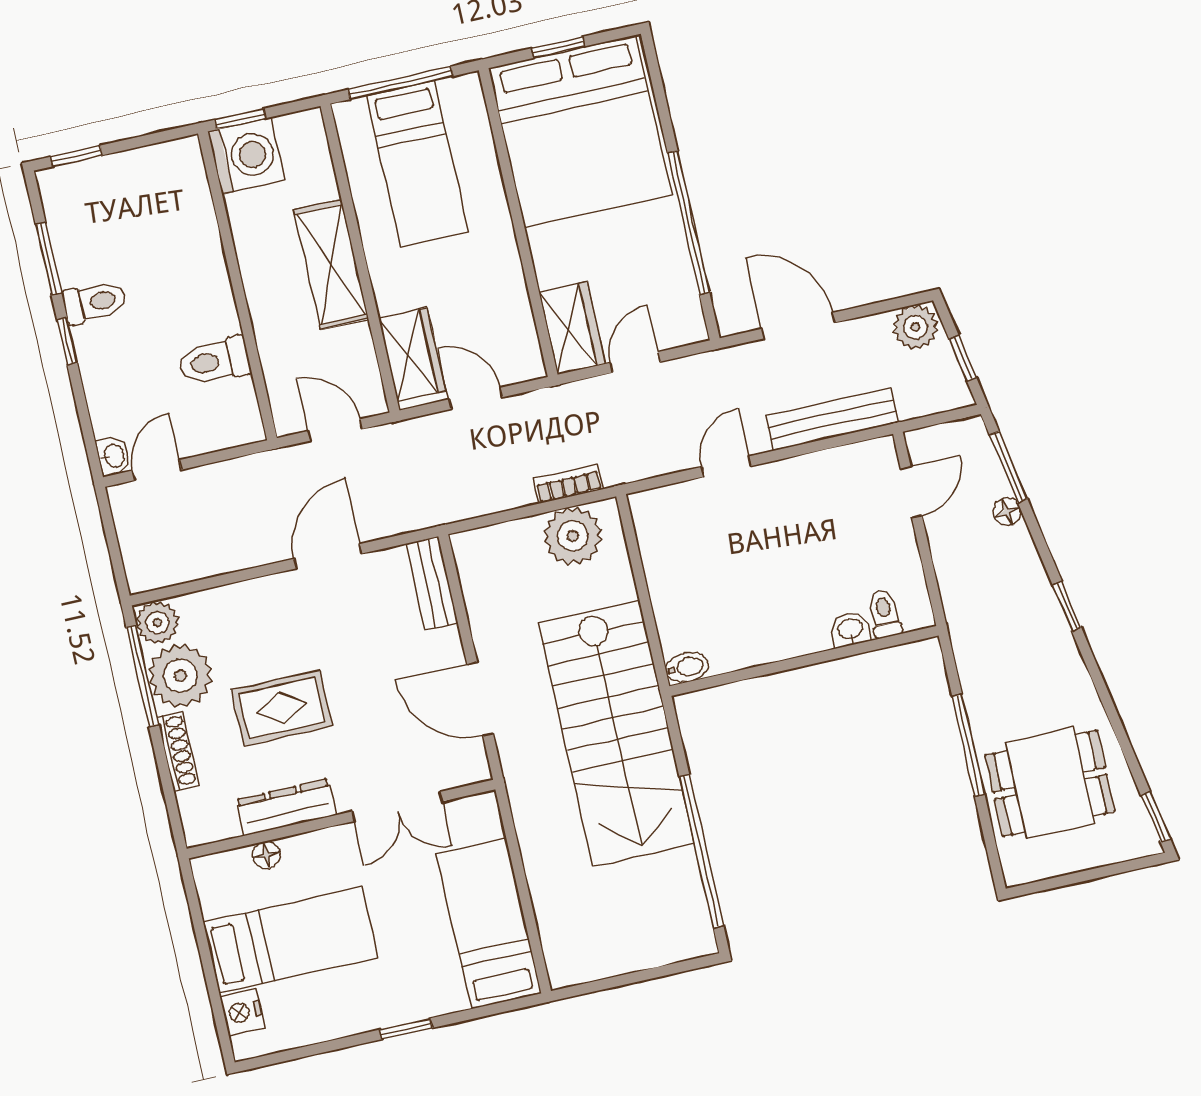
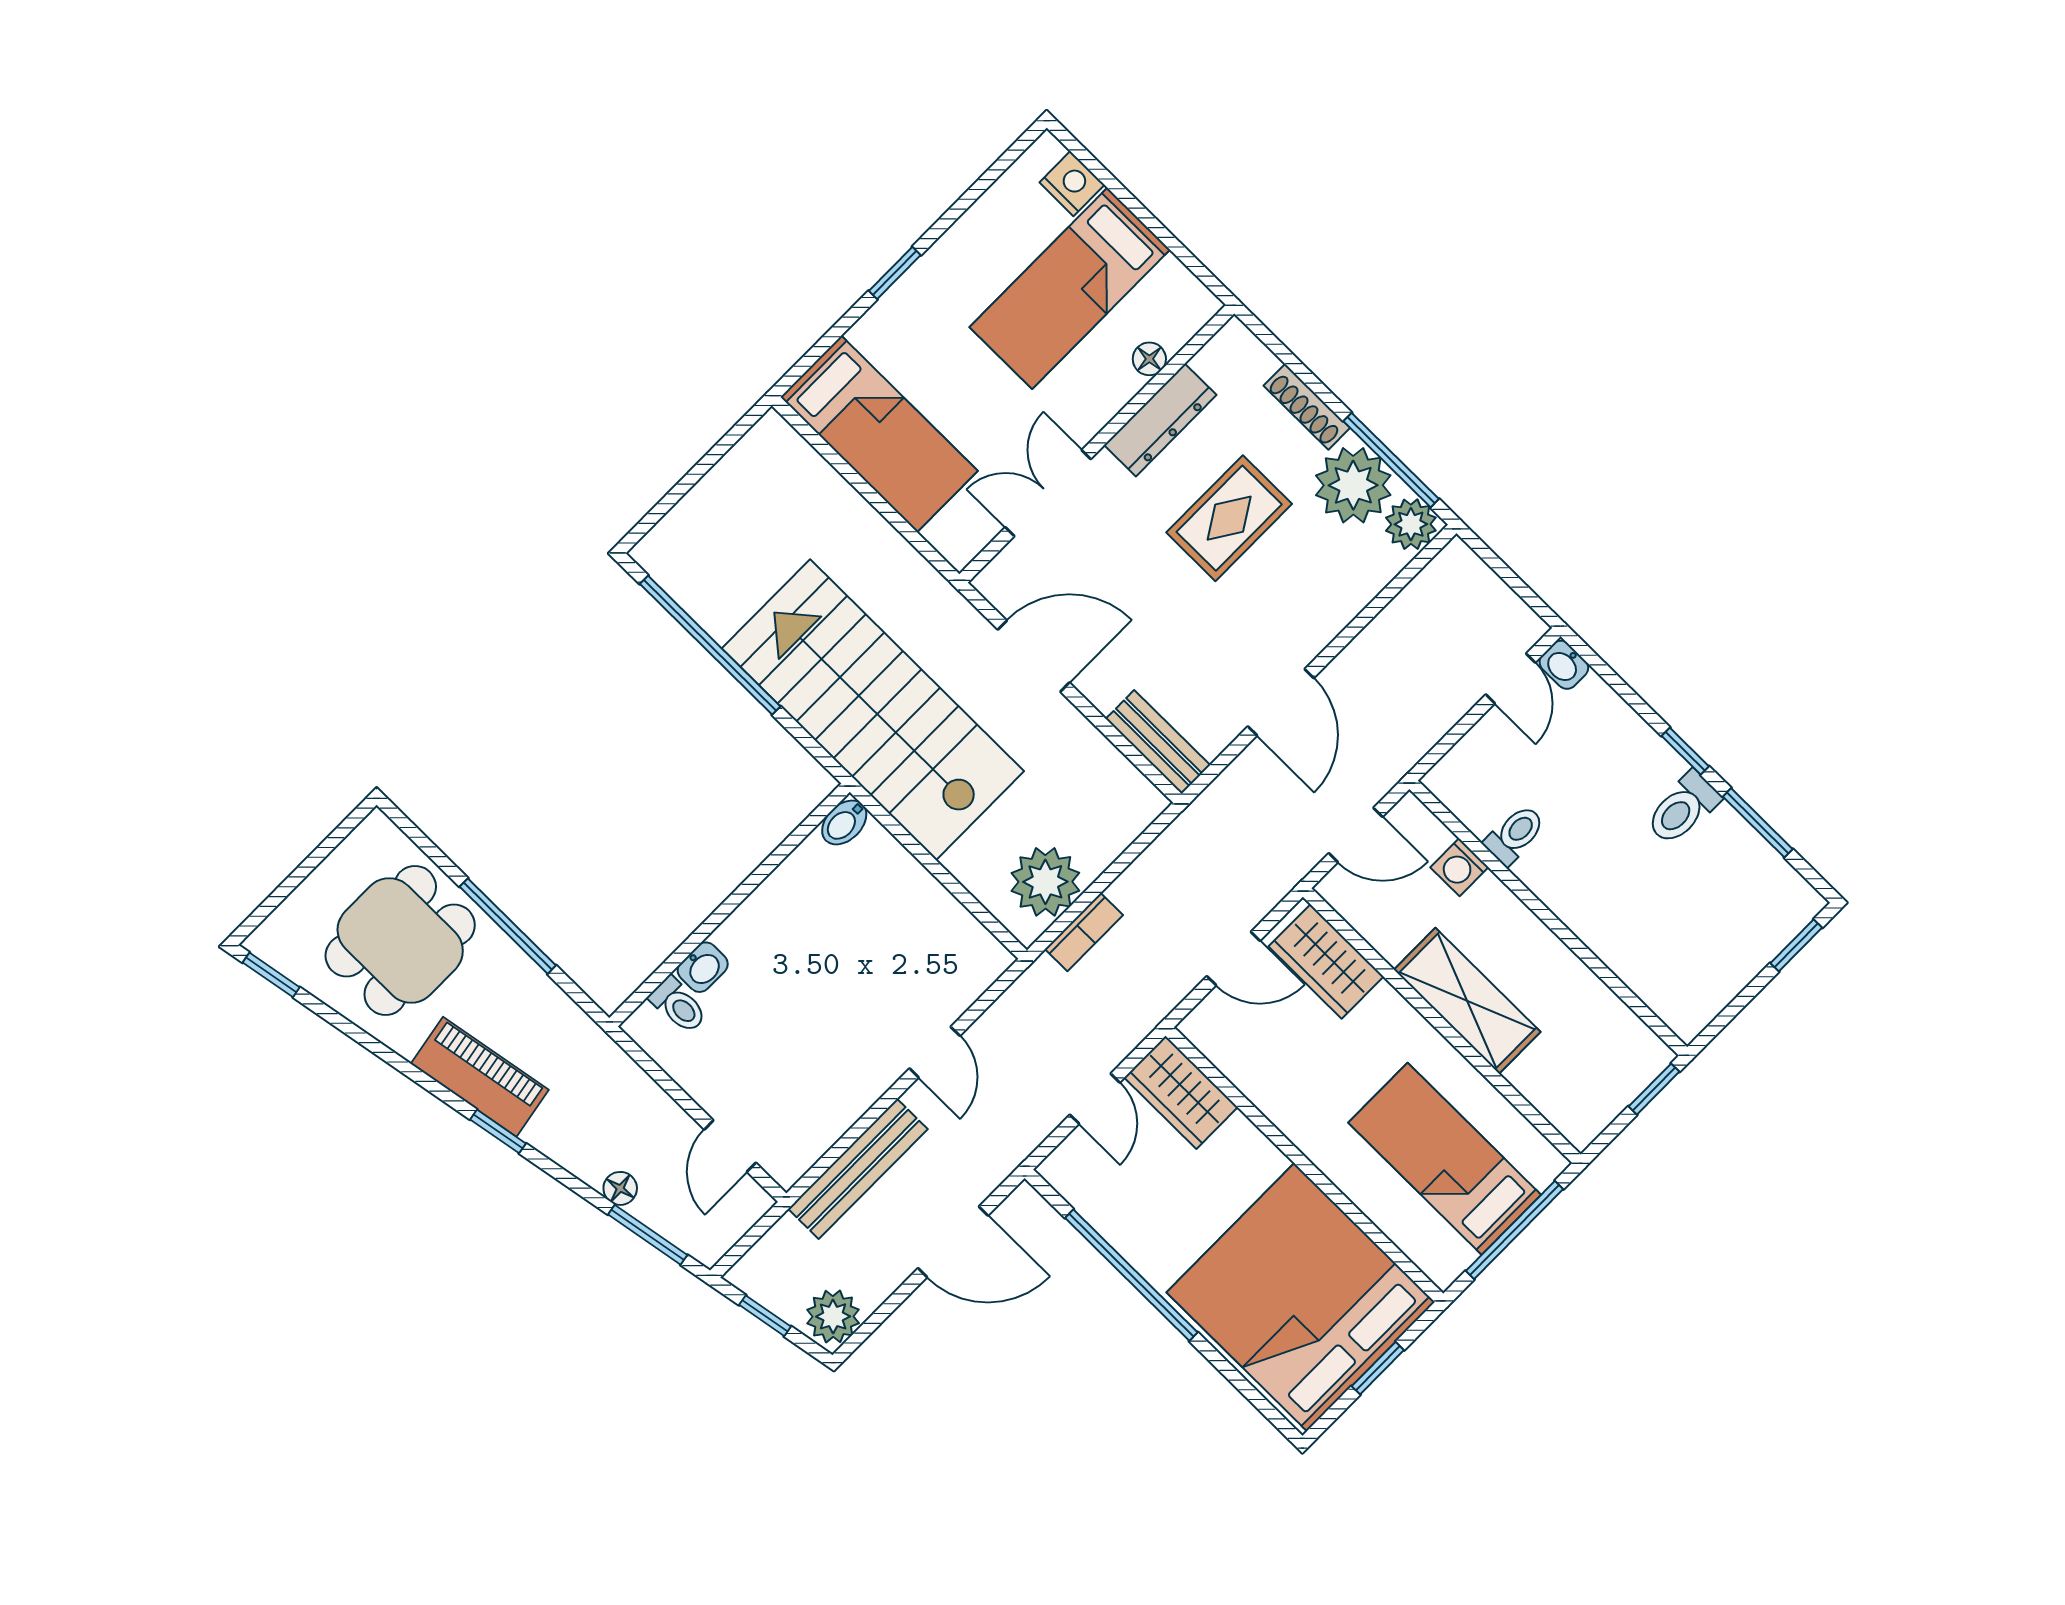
washing machine: (246, 156) -> (1459, 867), moved, width x0.53, depth x0.53
toilet: (214, 361) -> (1515, 835), width x0.73, depth x0.72
piano: (1055, 652) -> (480, 1077), added

